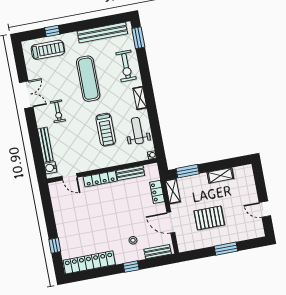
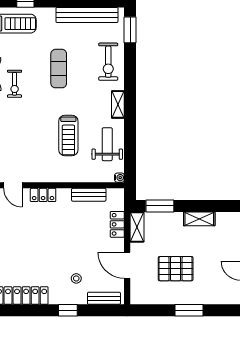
exercise mat: (88, 79) -> (59, 69), width x0.73, depth x0.69
exercise bike: (58, 111) -> (15, 84), moved
locker: (100, 179) -> (43, 195), width x0.66

